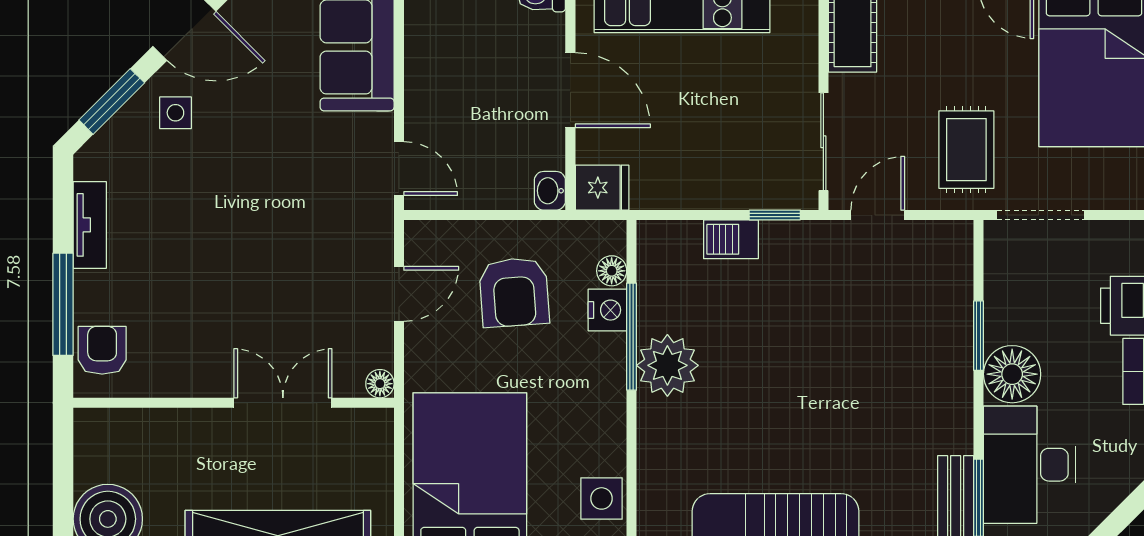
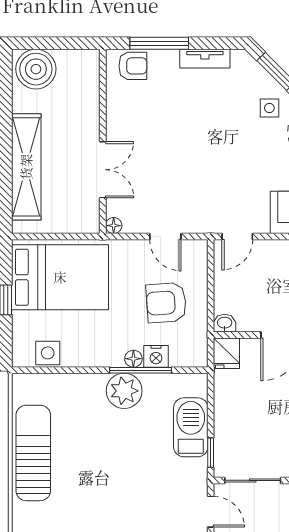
barbecue: (731, 239) -> (191, 427), width x1.88, depth x1.53
floor lamp: (612, 271) -> (133, 359), moved

